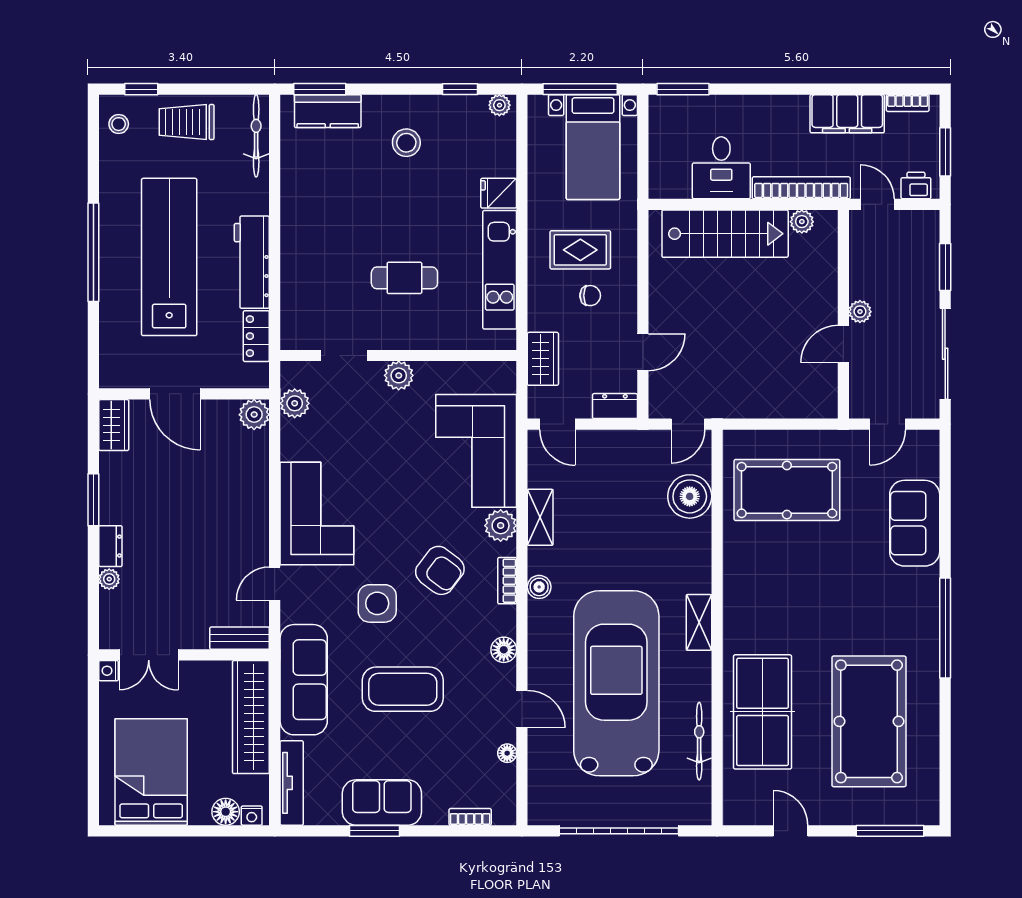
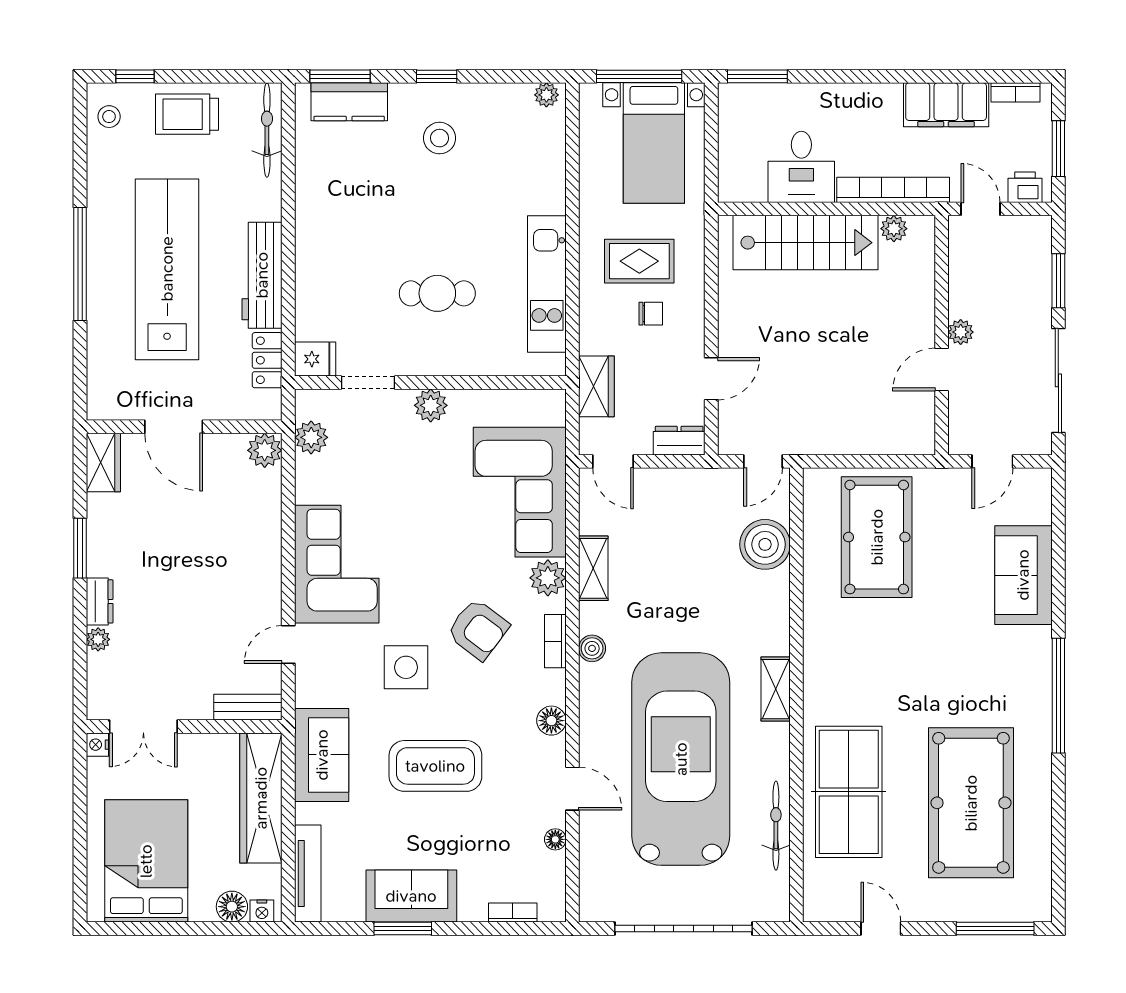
window: (460, 89) -> (437, 76), moved
fridge: (499, 193) -> (315, 359), moved, turned 180
pool table: (787, 490) -> (877, 537), turned 90
sofa: (304, 680) -> (322, 755), width x0.73

